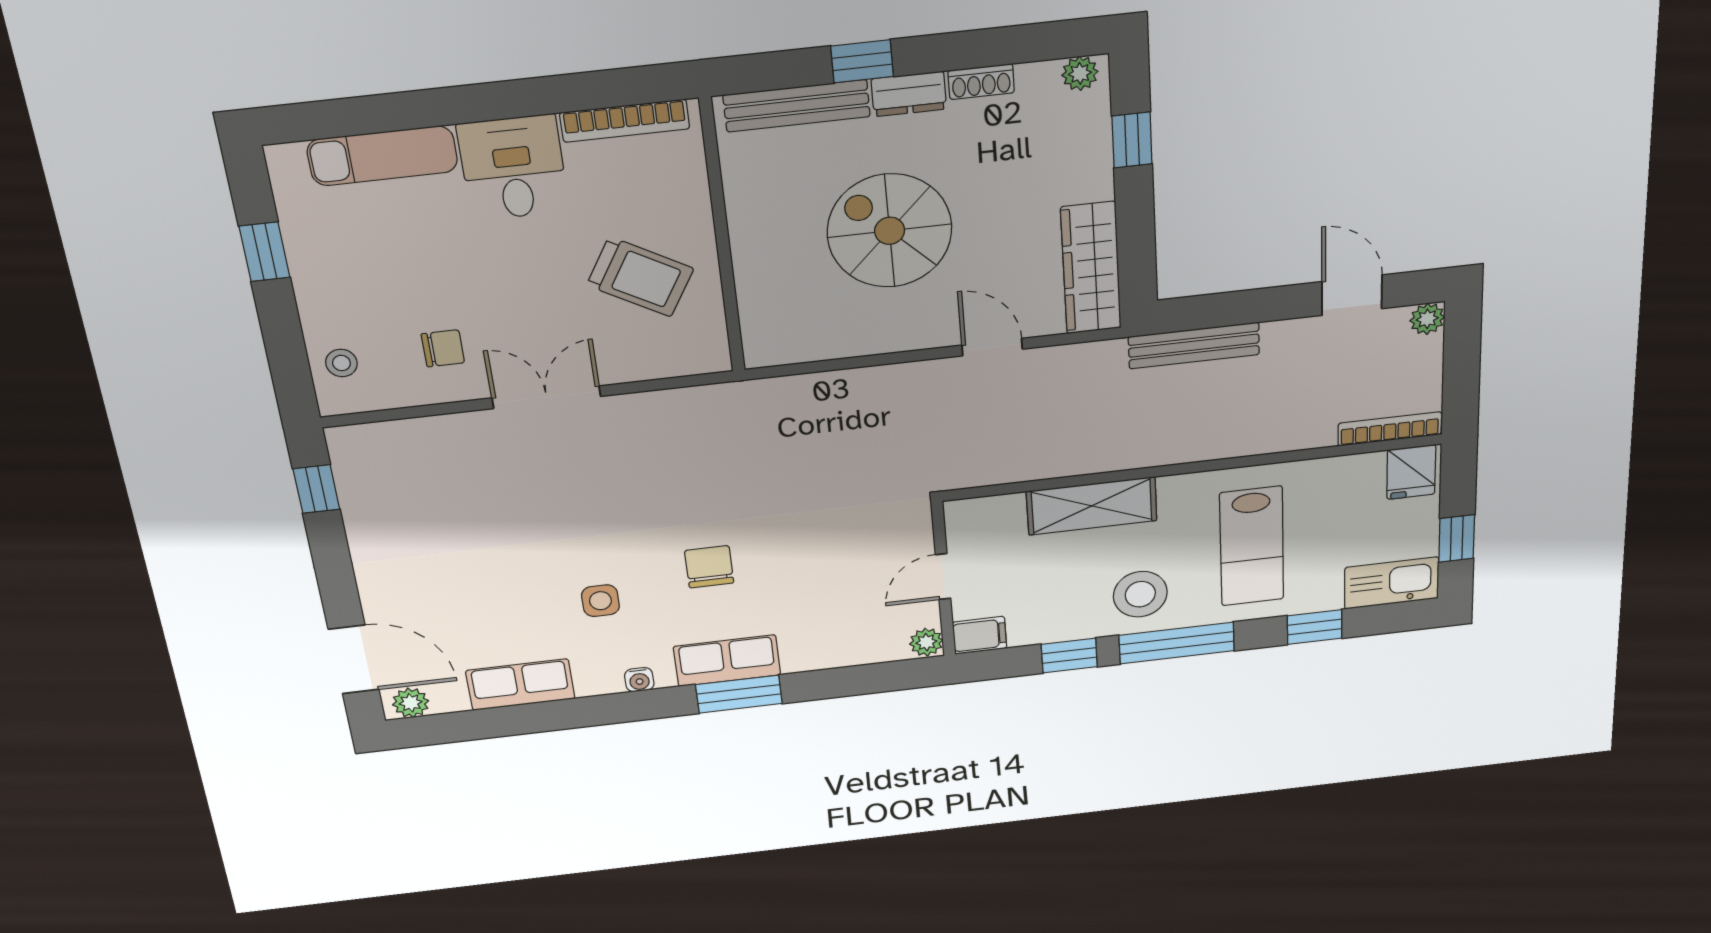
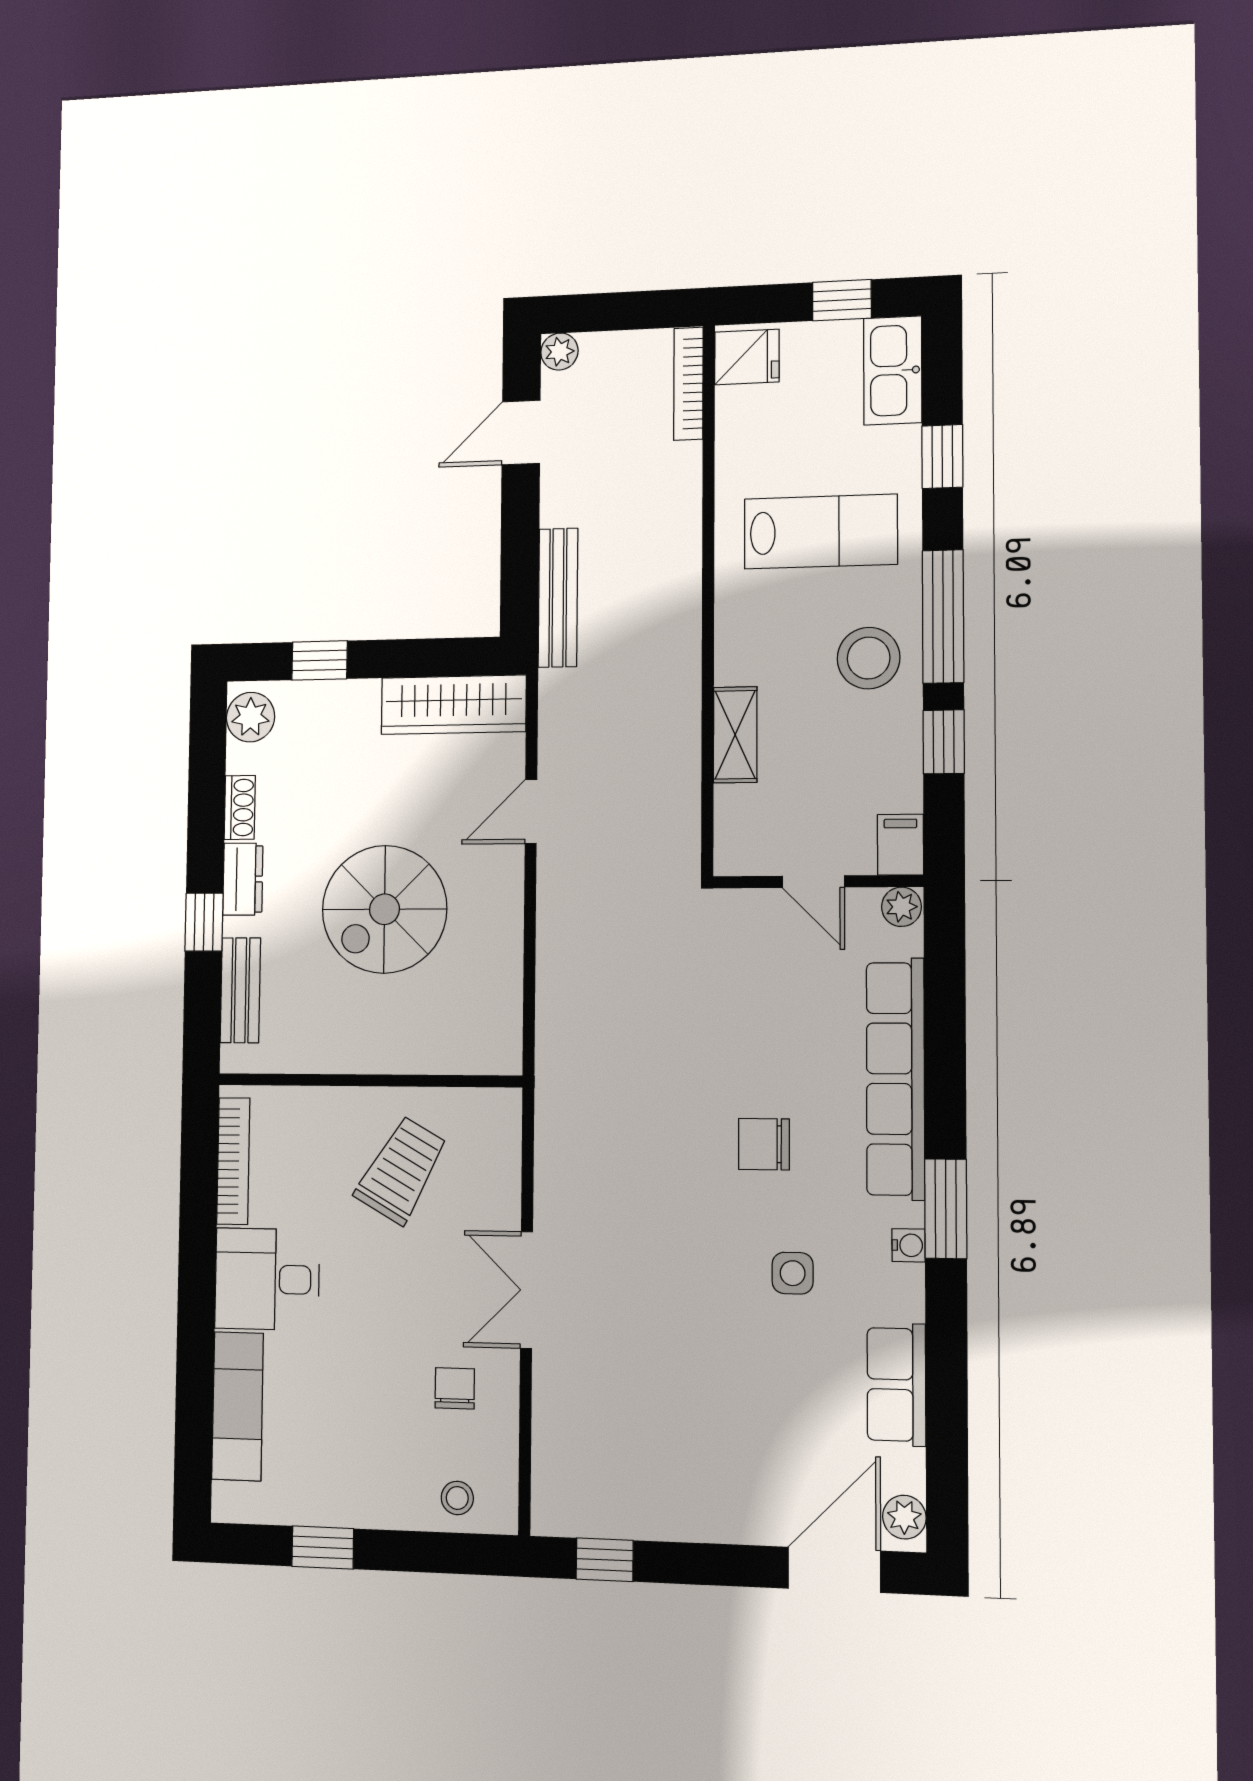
plant: (1080, 73) -> (251, 717), width x1.38, depth x1.38
bench: (797, 106) -> (240, 990), width x0.73
shelving: (1092, 506) -> (735, 735), width x0.67, depth x0.75
row of seats: (727, 661) -> (895, 1079), width x2.02
window: (739, 694) -> (946, 1209), moved

